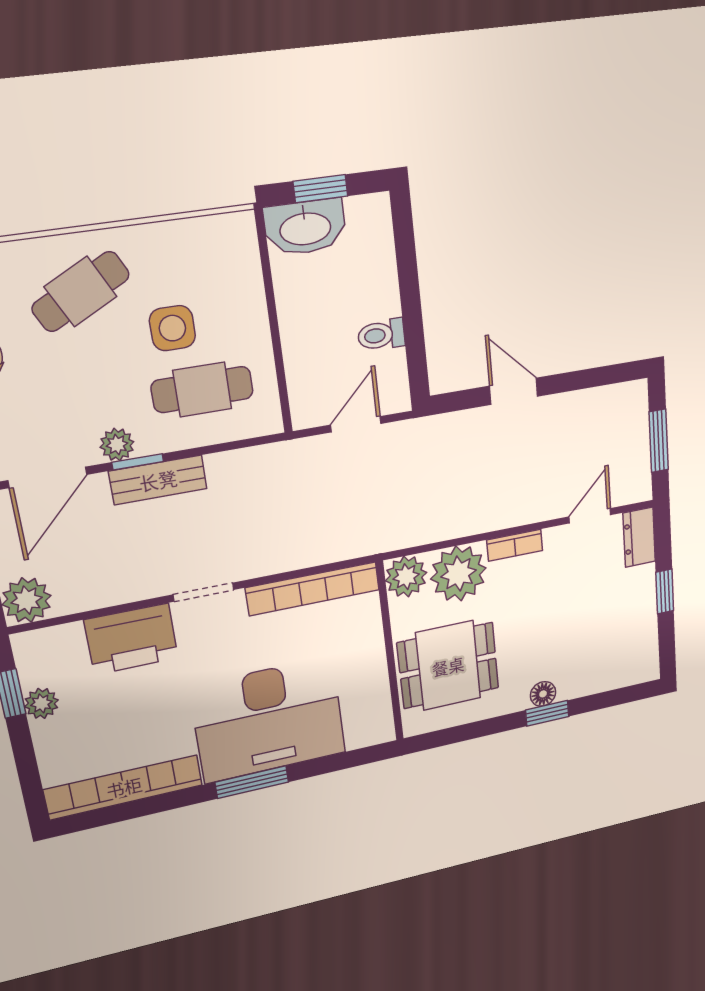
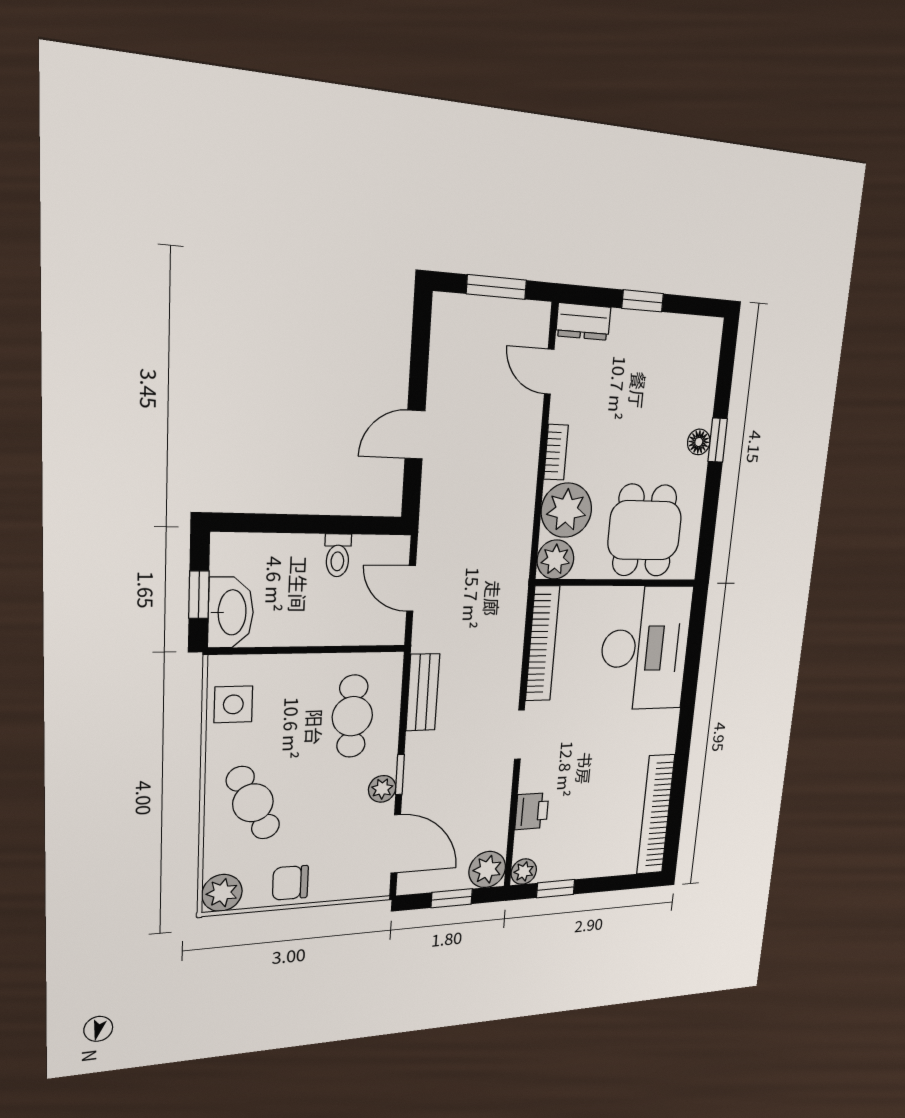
side table: (172, 328) -> (233, 704), moved
bench: (158, 480) -> (423, 692), moved
printer: (131, 639) -> (532, 811), width x0.53, depth x0.68
plant: (41, 703) -> (524, 872), moved
desk: (269, 720) -> (645, 648), moved
window: (252, 782) -> (687, 714), removed

